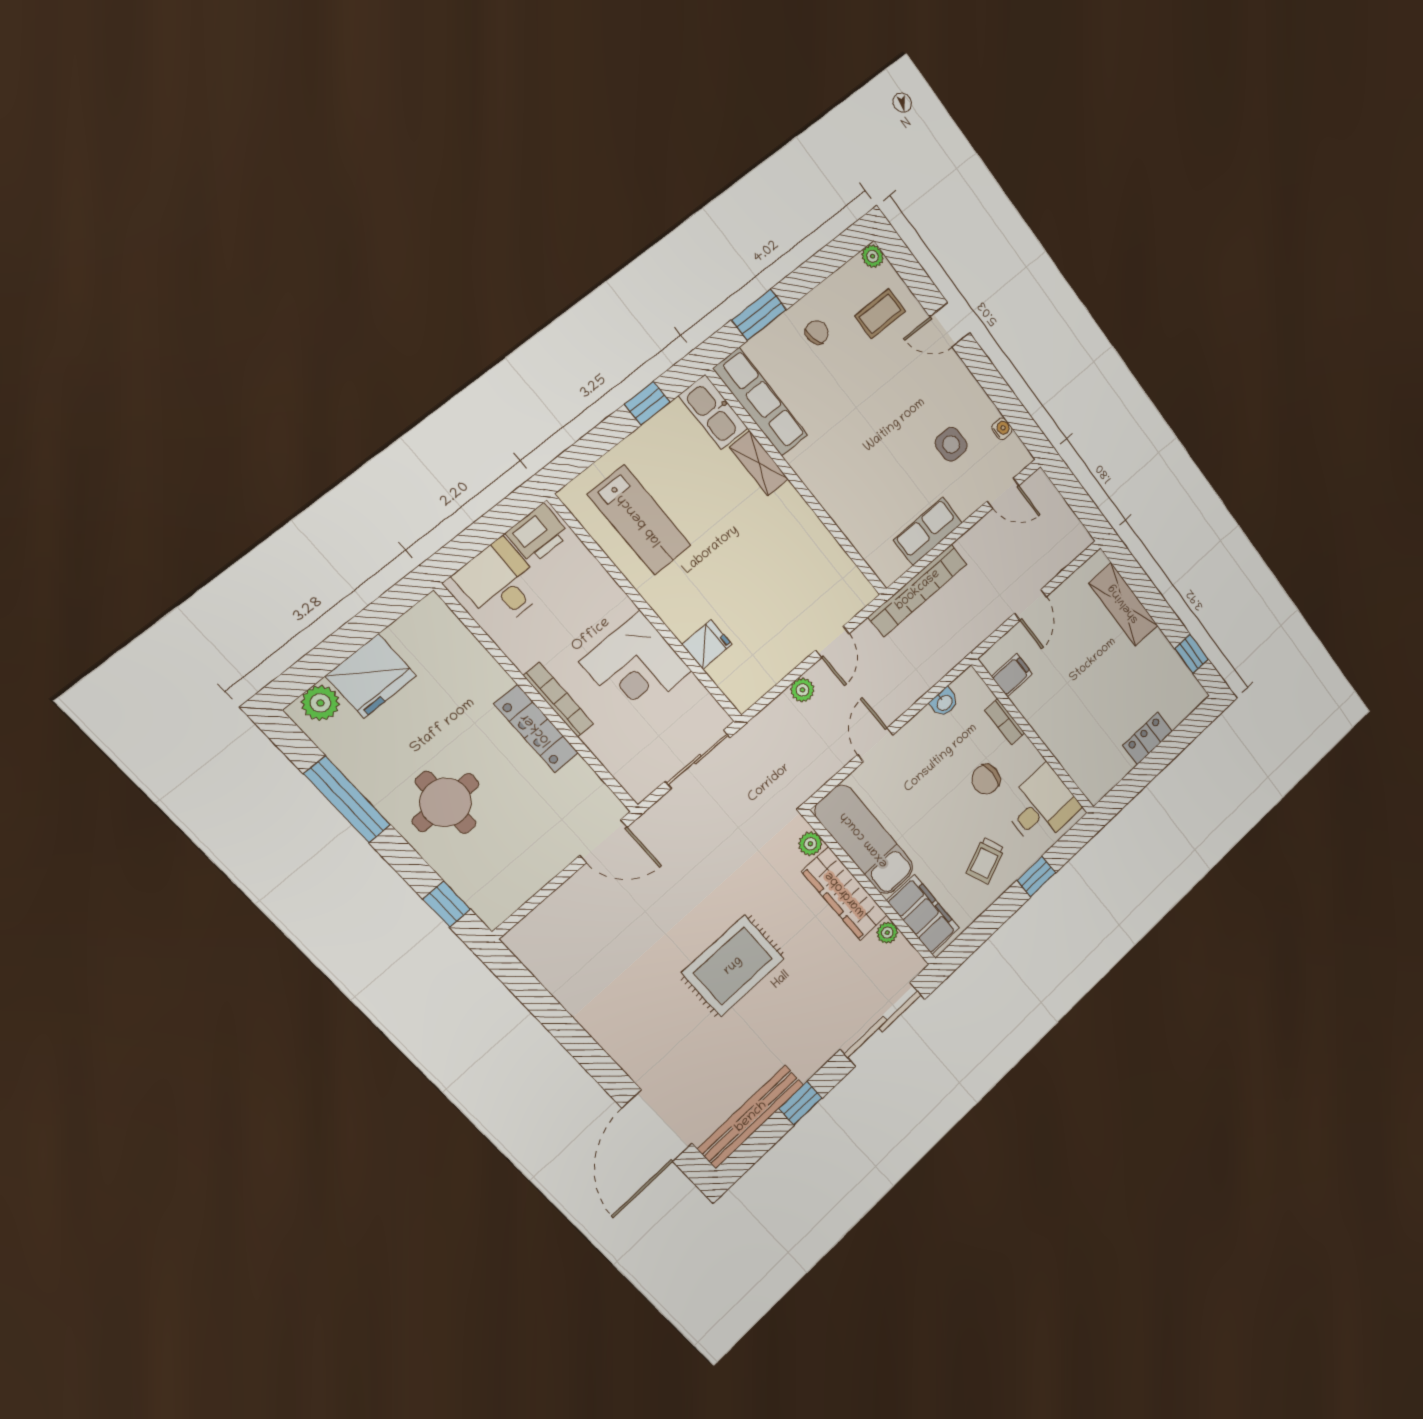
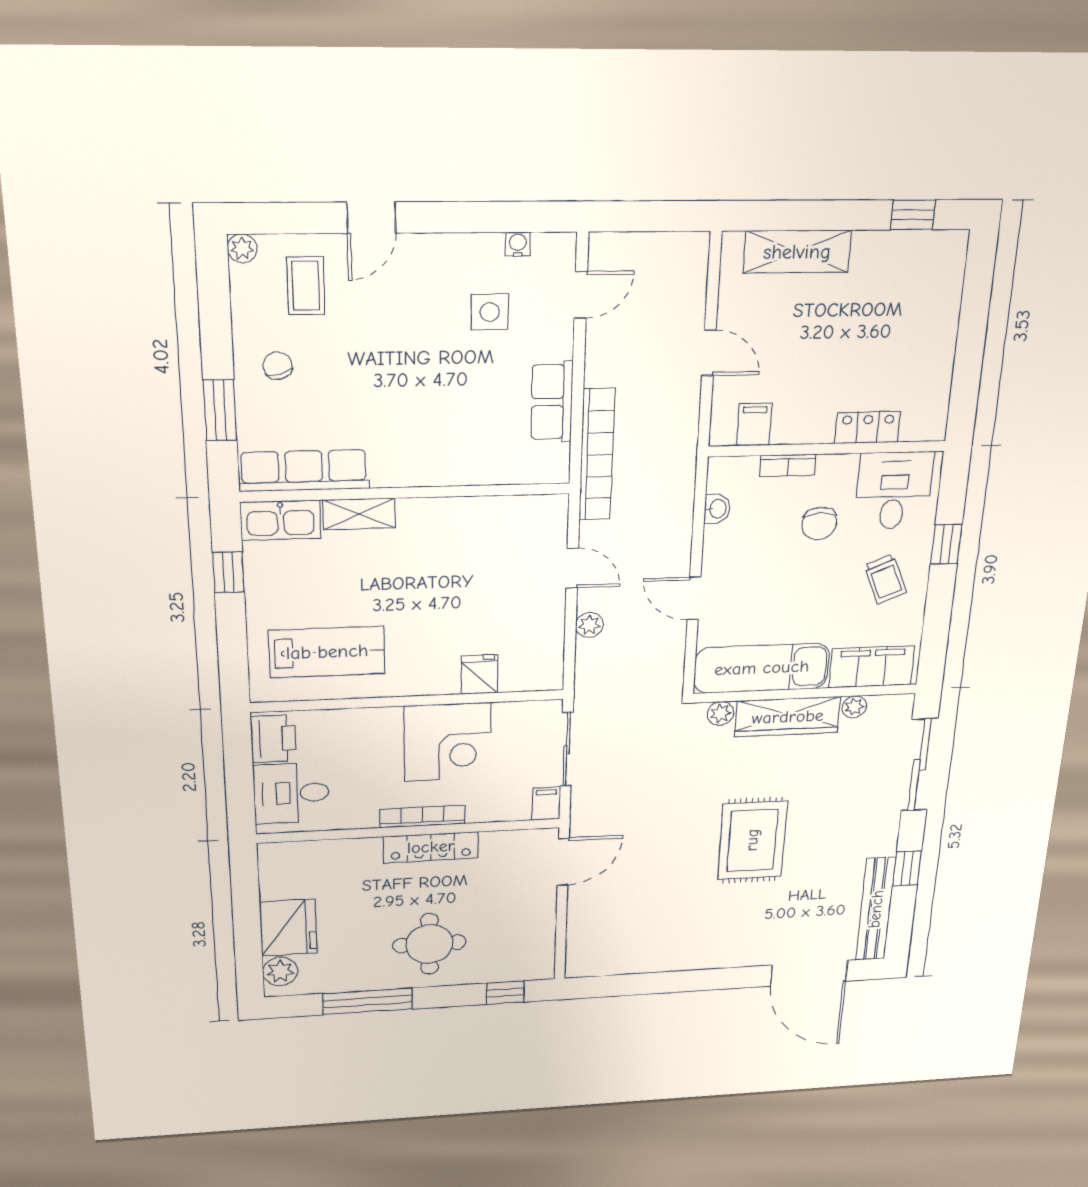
locker: (1148, 738) -> (868, 427), moved, turned 90
filing cabinet: (643, 784) -> (546, 804), added

